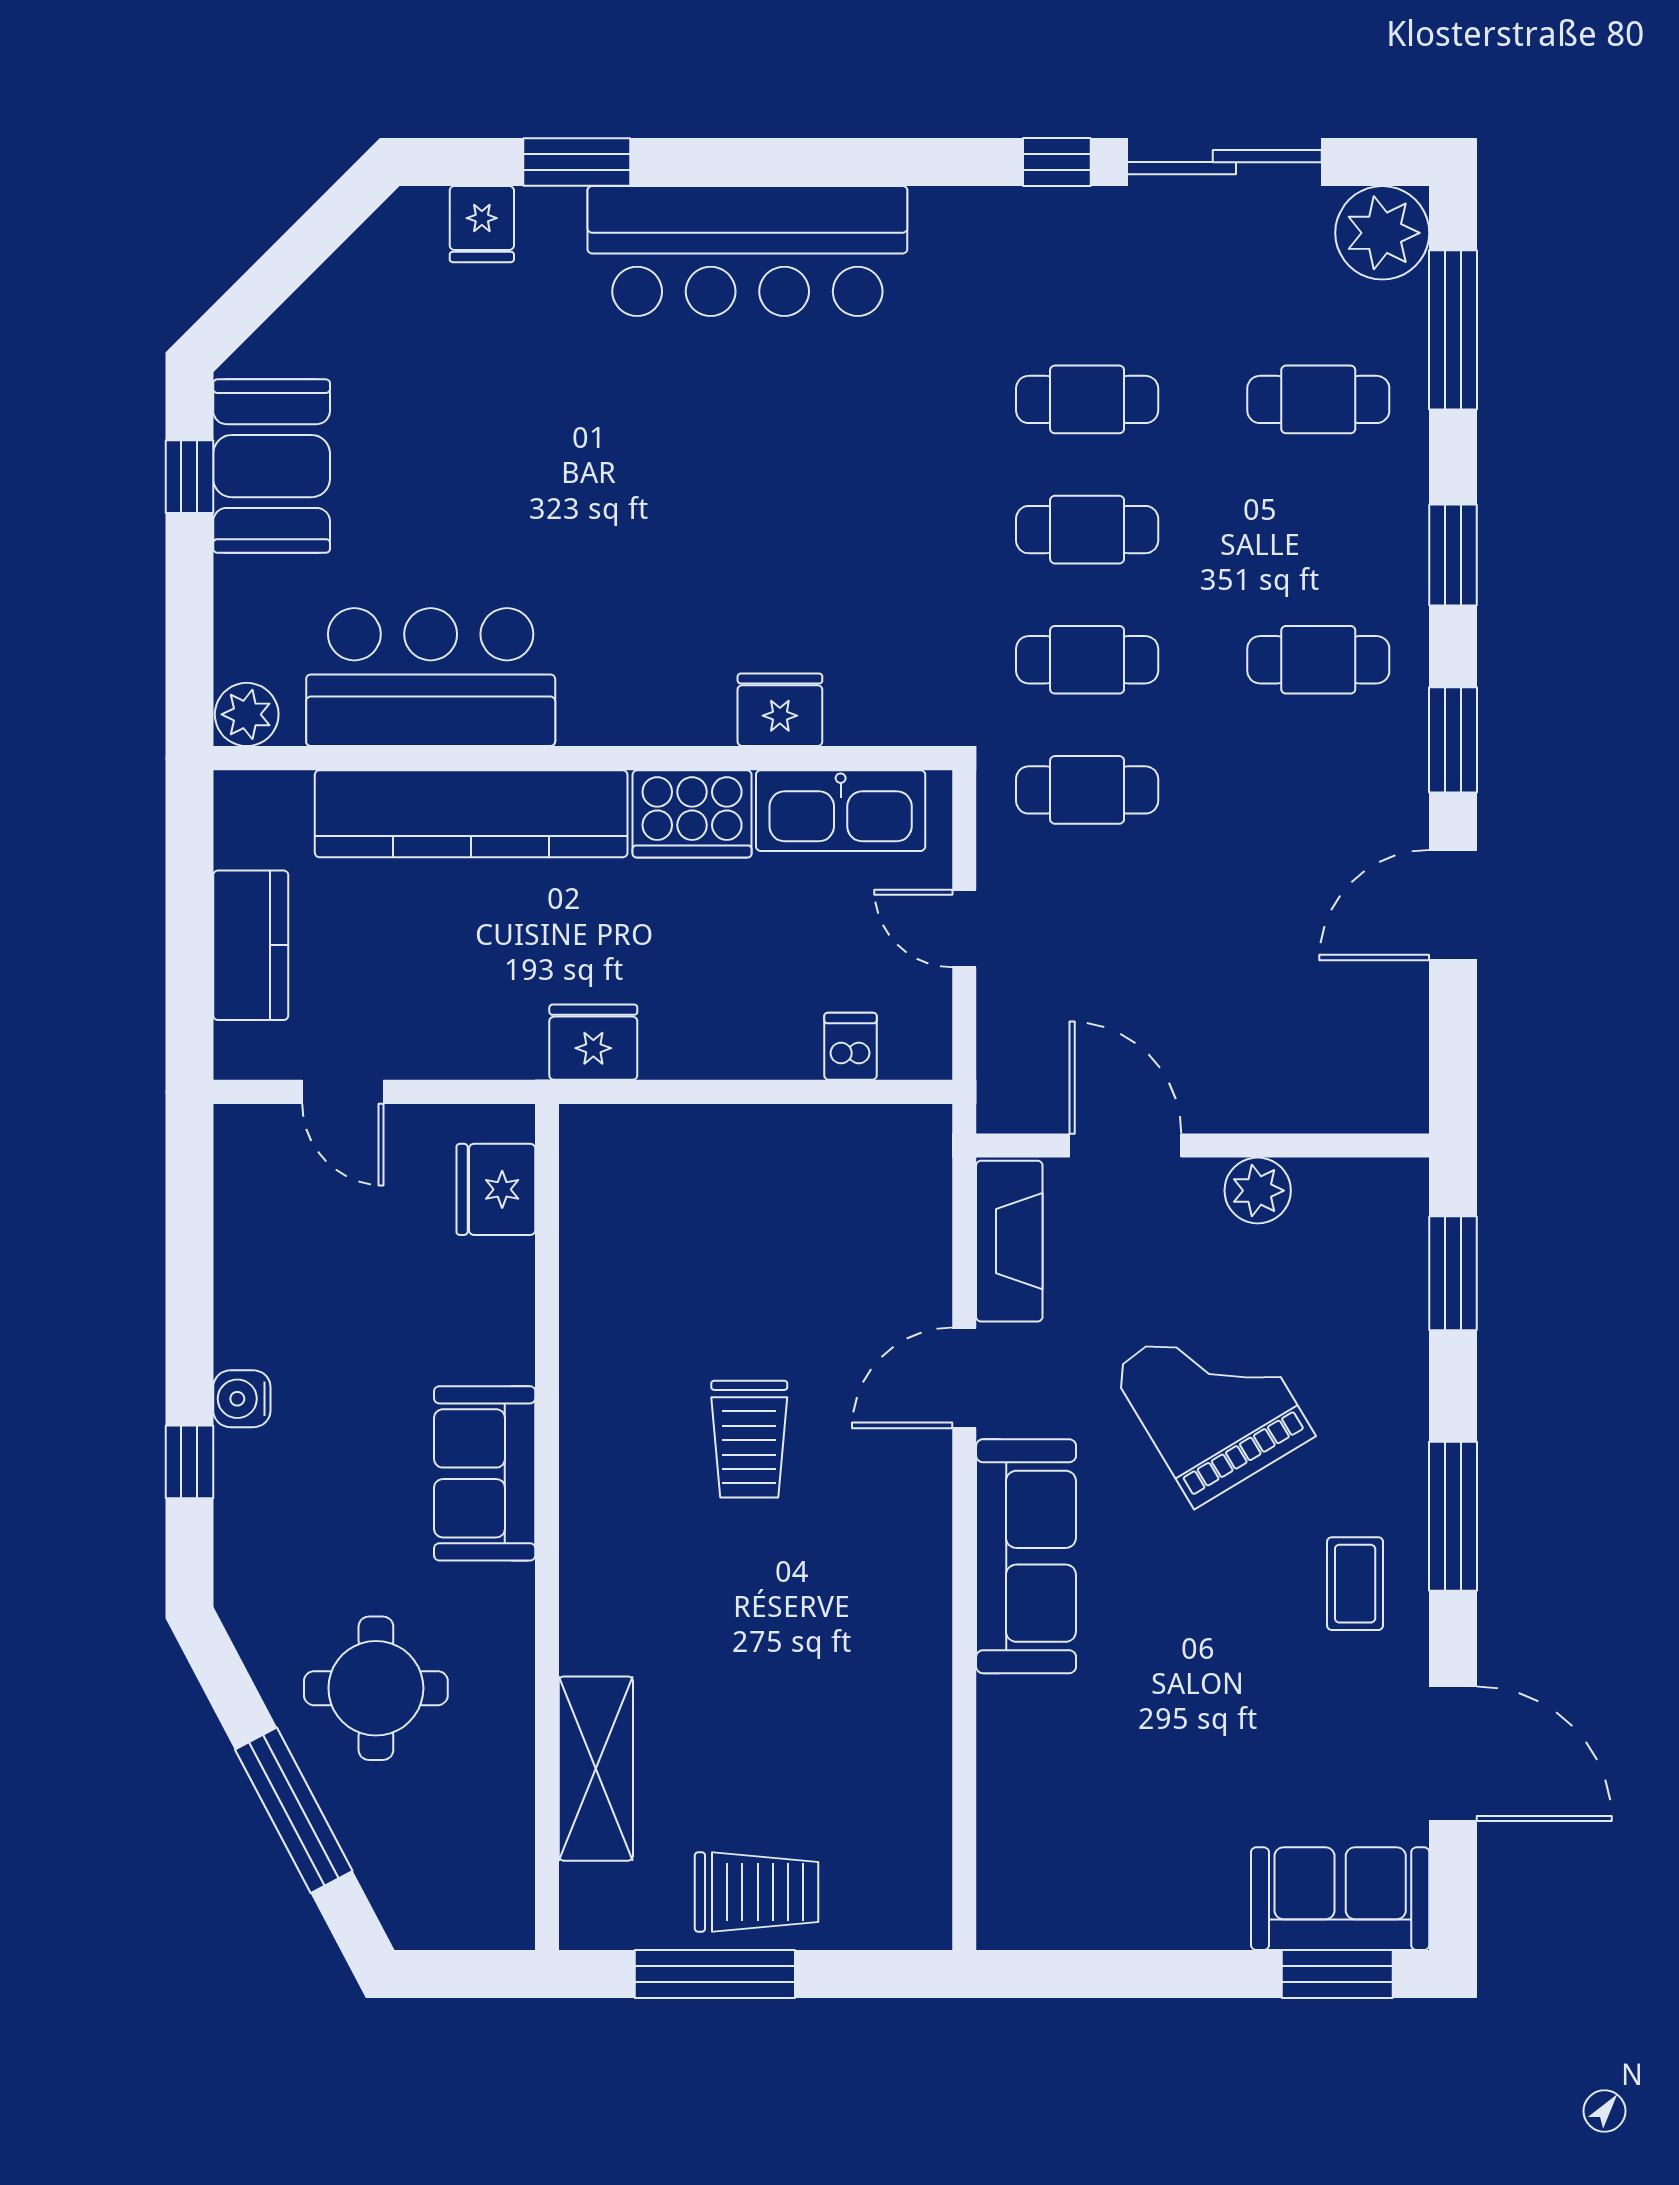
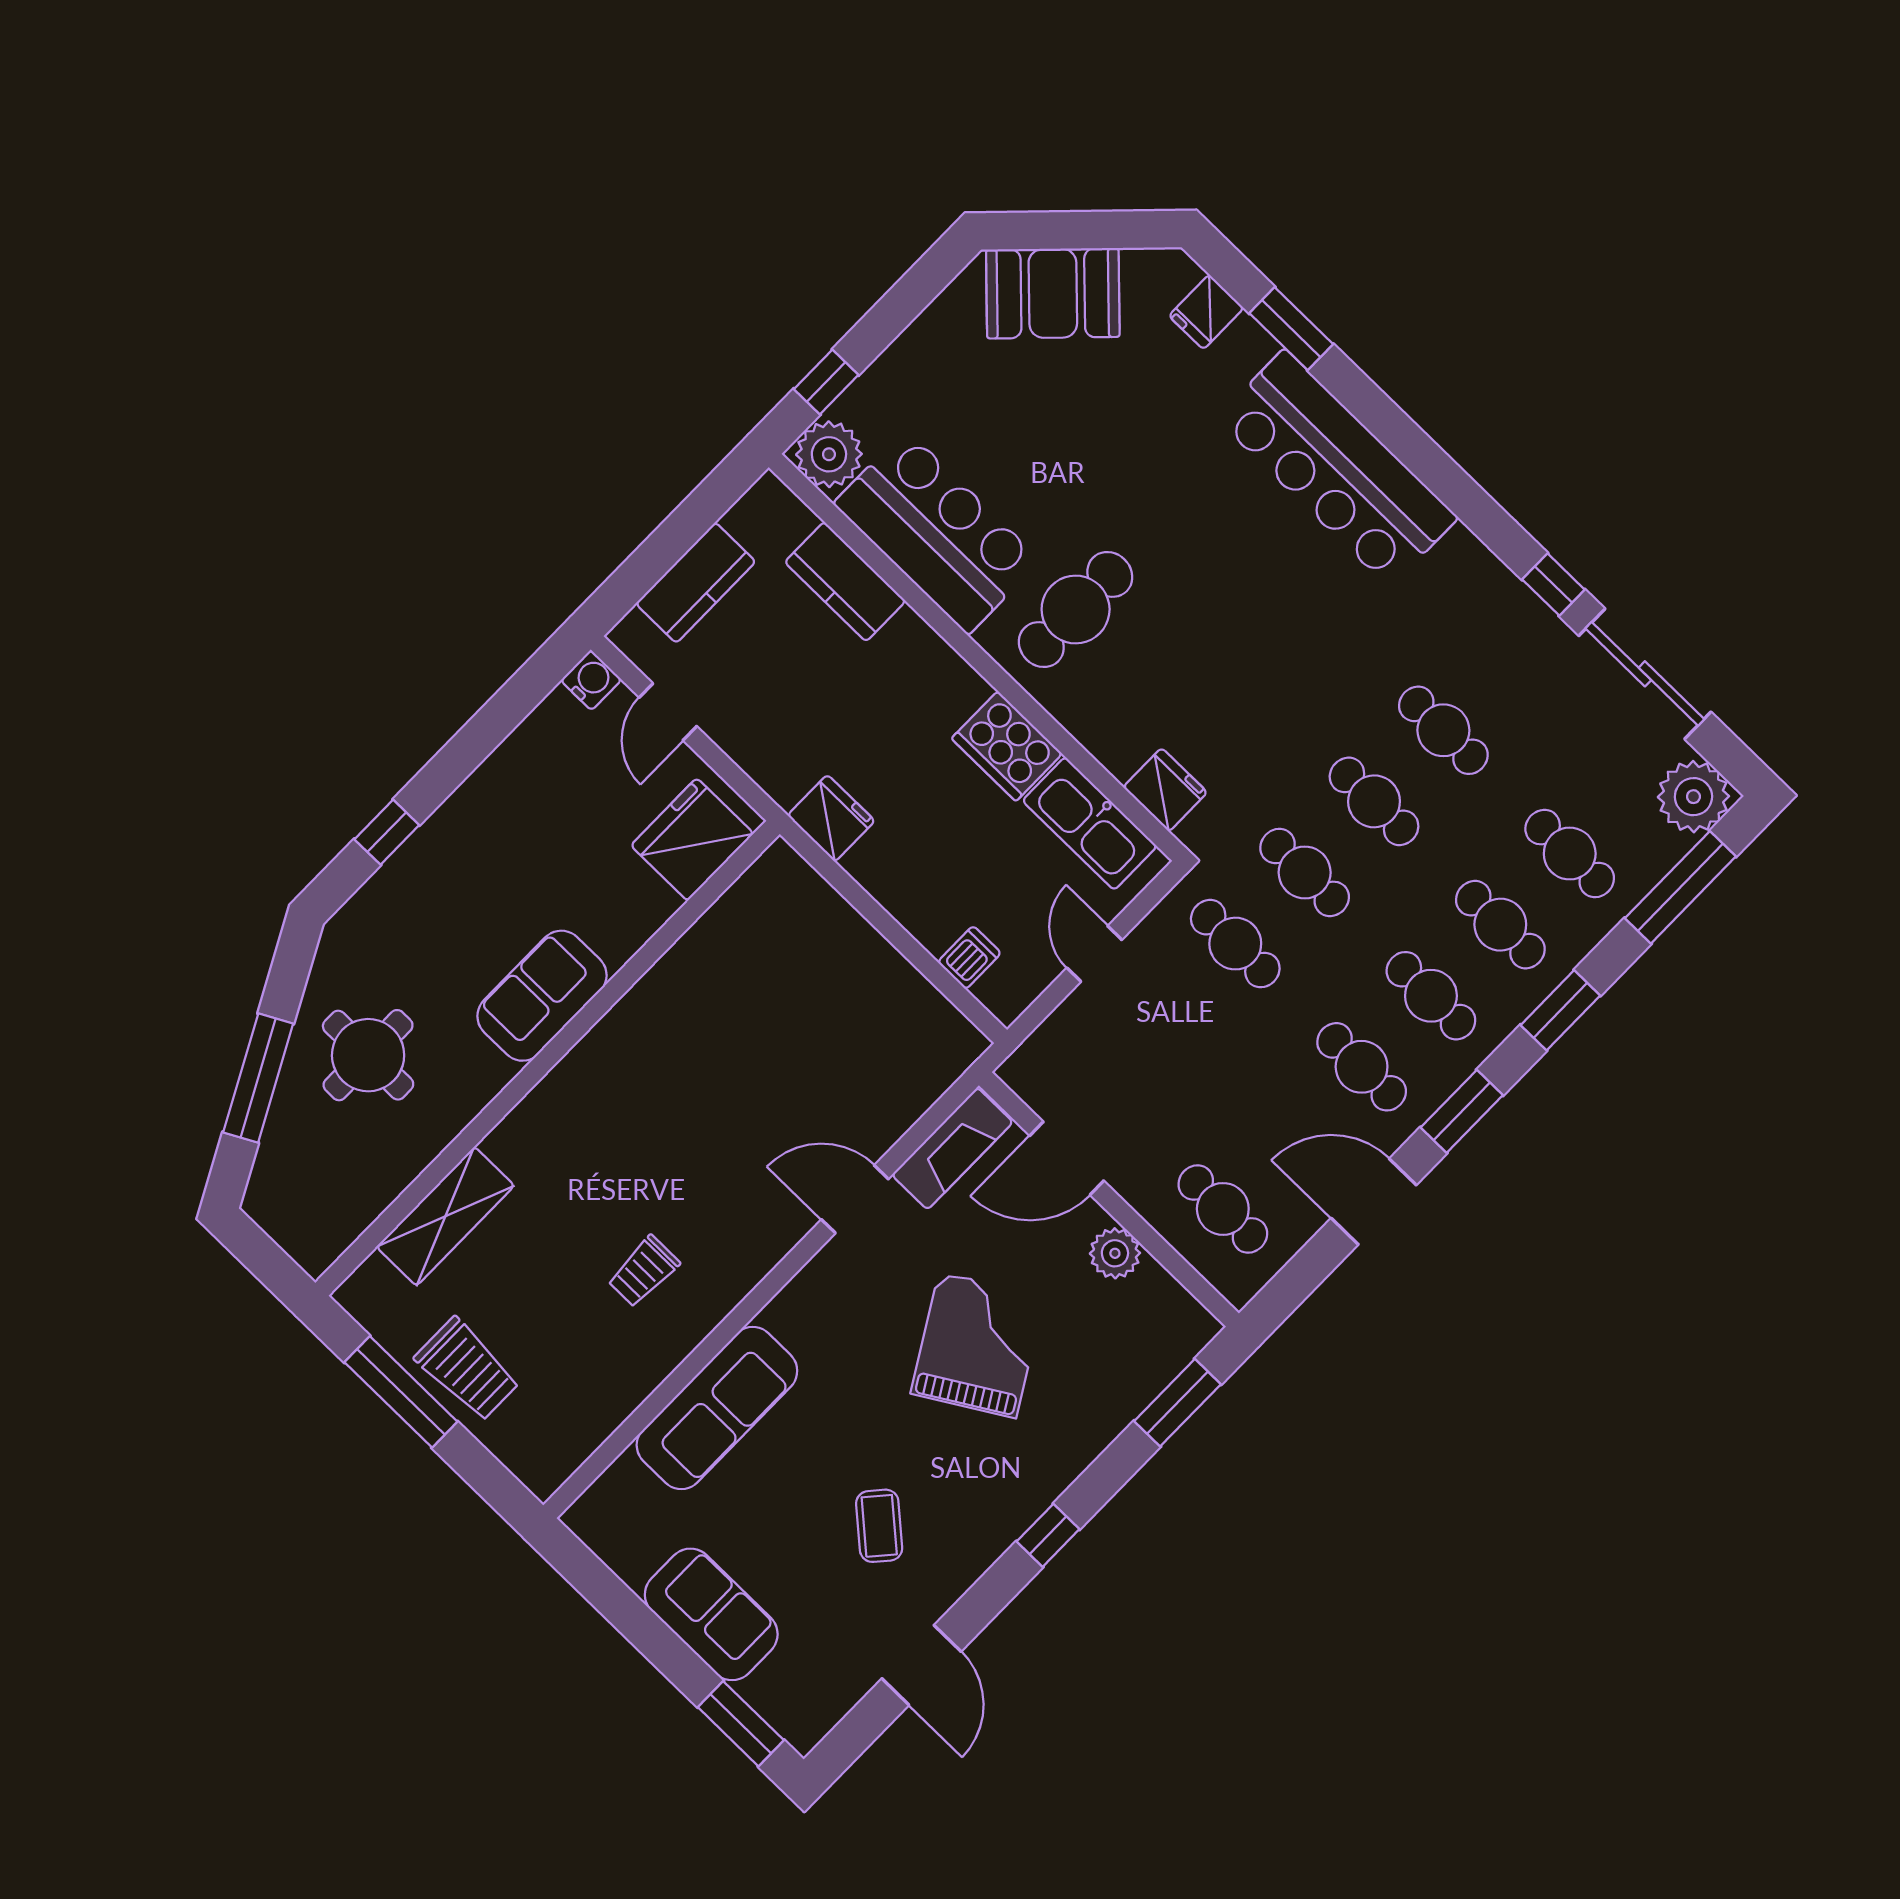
booth: (272, 466) -> (1053, 293), moved, turned 45
window: (189, 477) -> (826, 382), moved
cafe table: (1318, 530) -> (1500, 925), added
cafe table: (632, 623) -> (1076, 610), added
fridge: (780, 710) -> (1165, 790), moved
plant: (247, 714) -> (829, 454), width x1.36, depth x1.36
cafe table: (1318, 790) -> (1362, 1067), added
kitchen counter: (471, 814) -> (845, 582), width x0.48, depth x0.86
cafe table: (1318, 1050) -> (1223, 1209), added
door: (1125, 1146) -> (1067, 1158), swing flipped
fridge: (496, 1189) -> (692, 840), width x1.36, depth x1.34
water cooler: (242, 1399) -> (591, 680), moved, turned 90
trolley: (749, 1439) -> (644, 1271), moved, width x0.73, depth x0.72
window: (1453, 1516) -> (1048, 1535), width x0.46
sofa: (1026, 1556) -> (717, 1408), moved
coffee table: (1355, 1584) -> (879, 1526), moved, turned -49
door: (1453, 1754) -> (921, 1665), width x0.73
sofa: (1340, 1899) -> (711, 1614), moved

